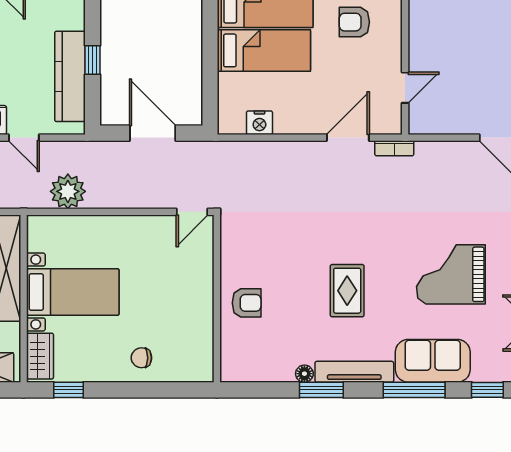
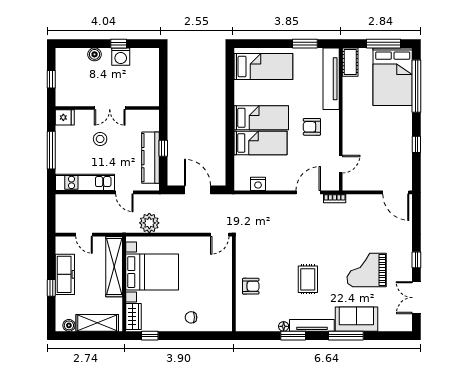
bed with nightstands: (73, 292) -> (152, 272), width x1.36
window: (487, 390) -> (387, 336), removed

